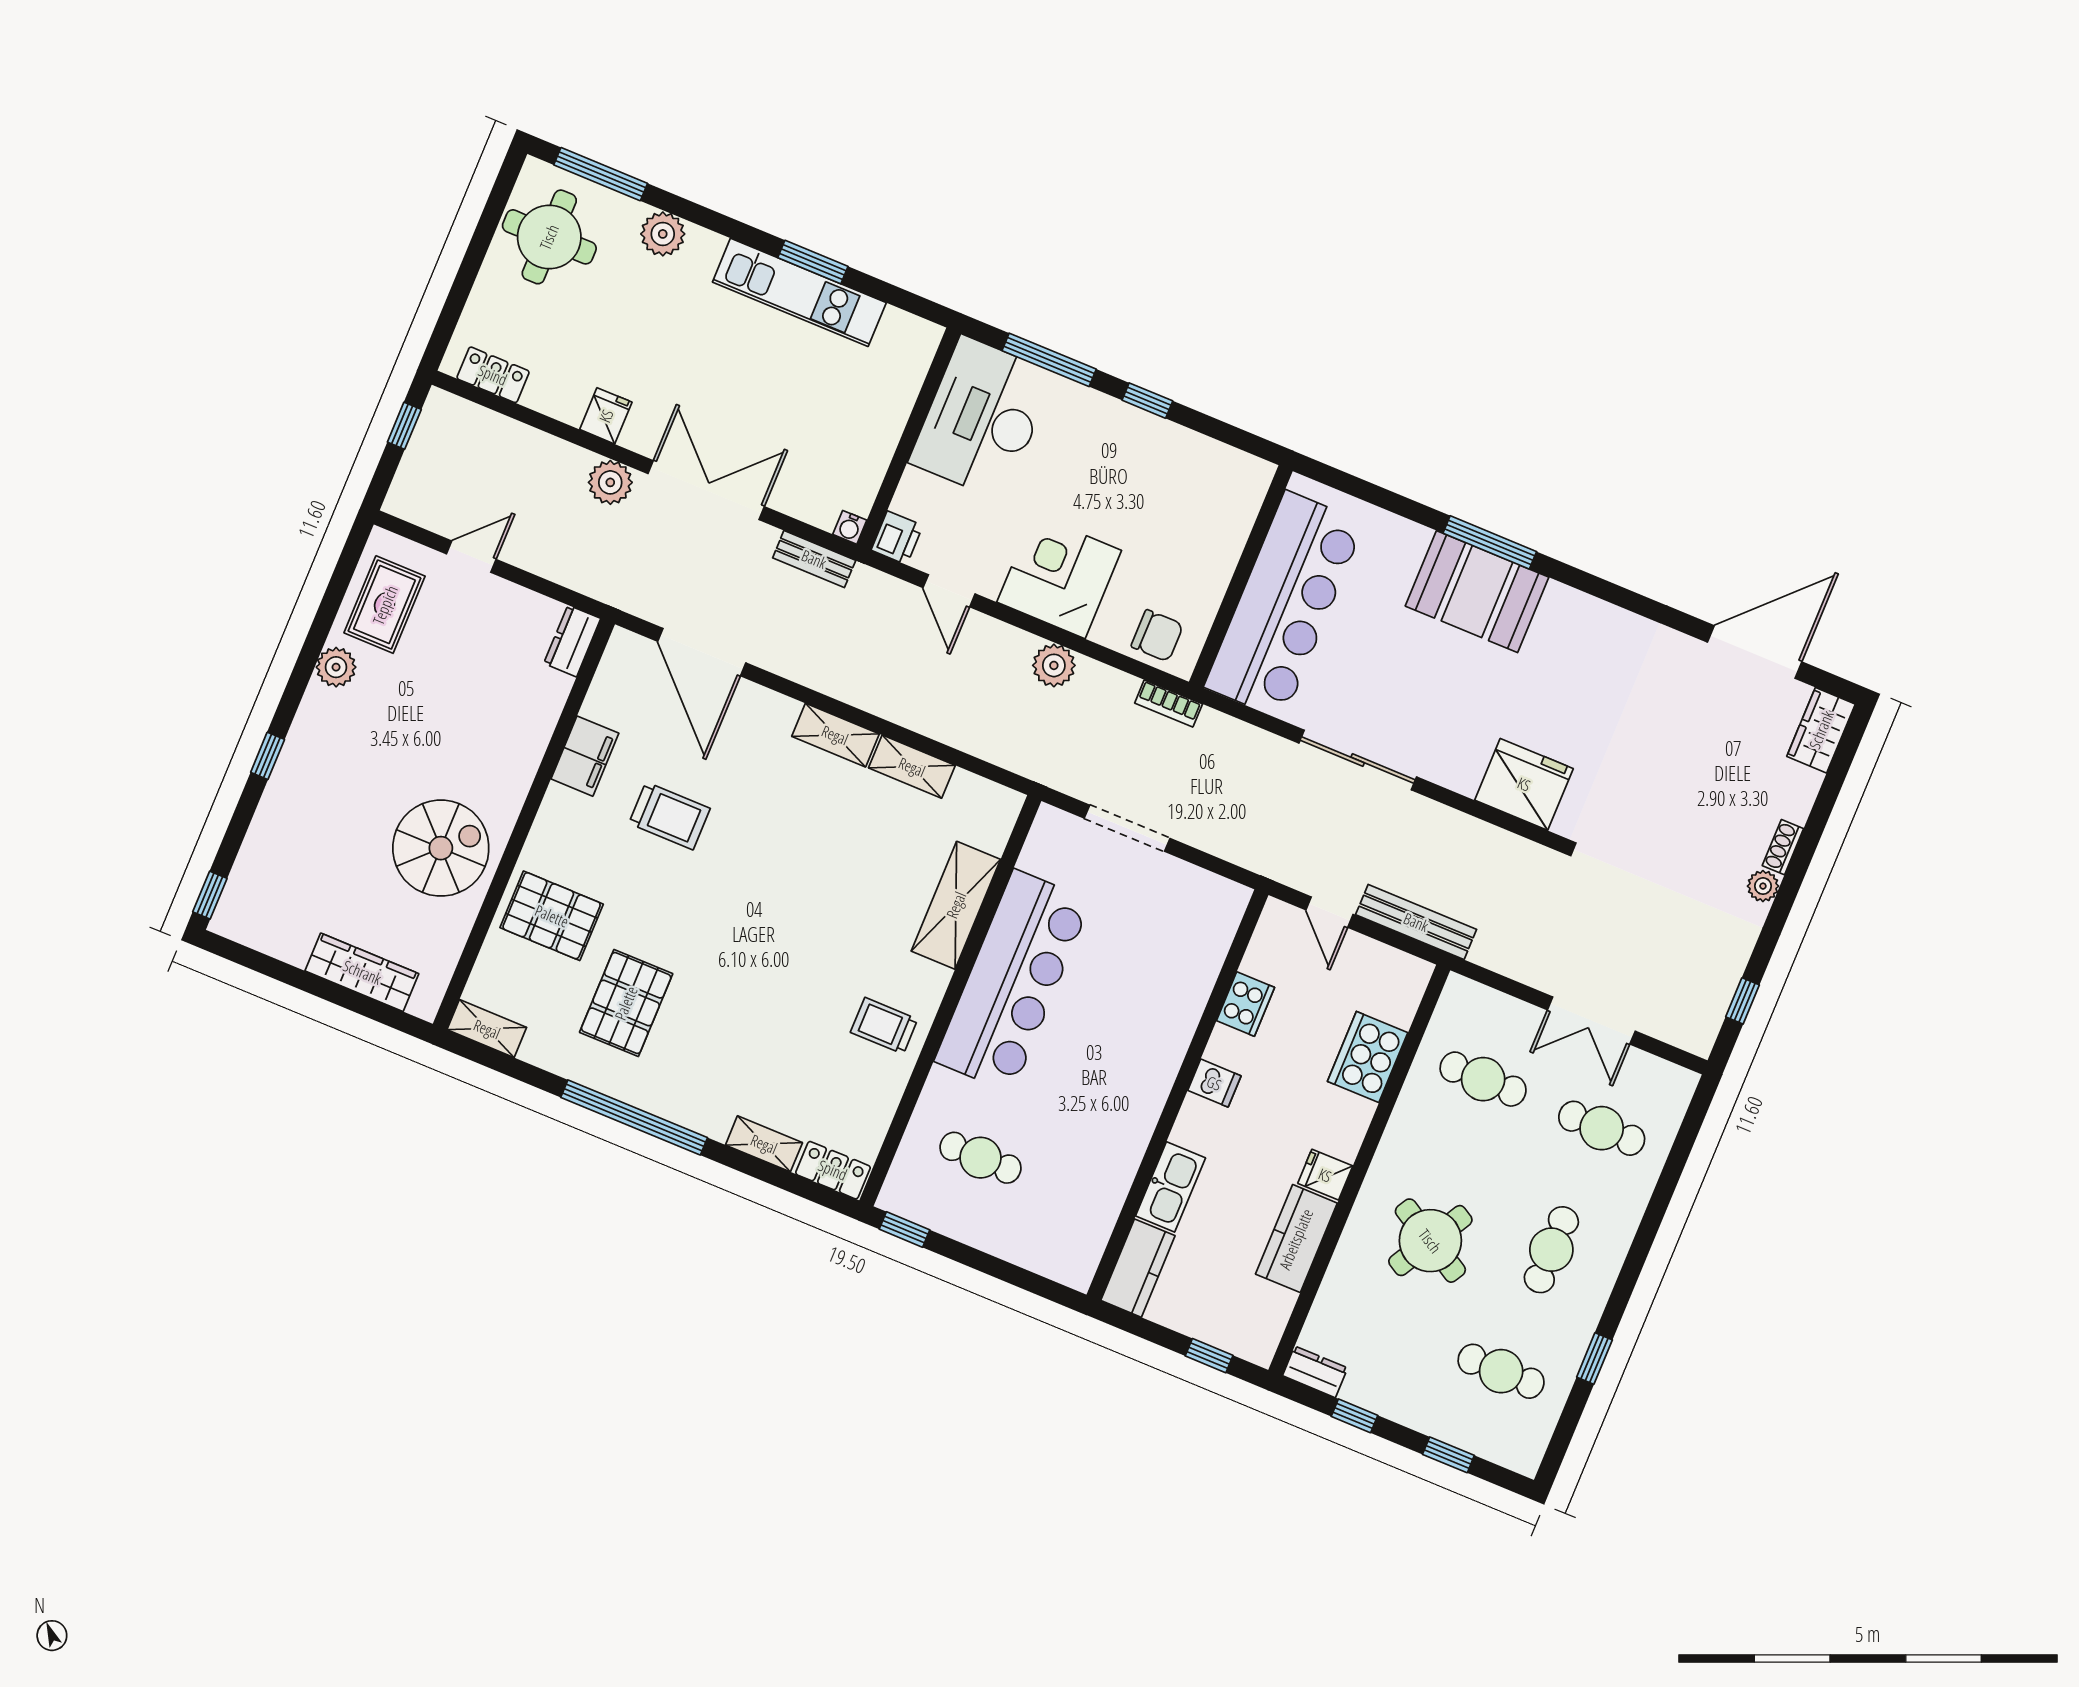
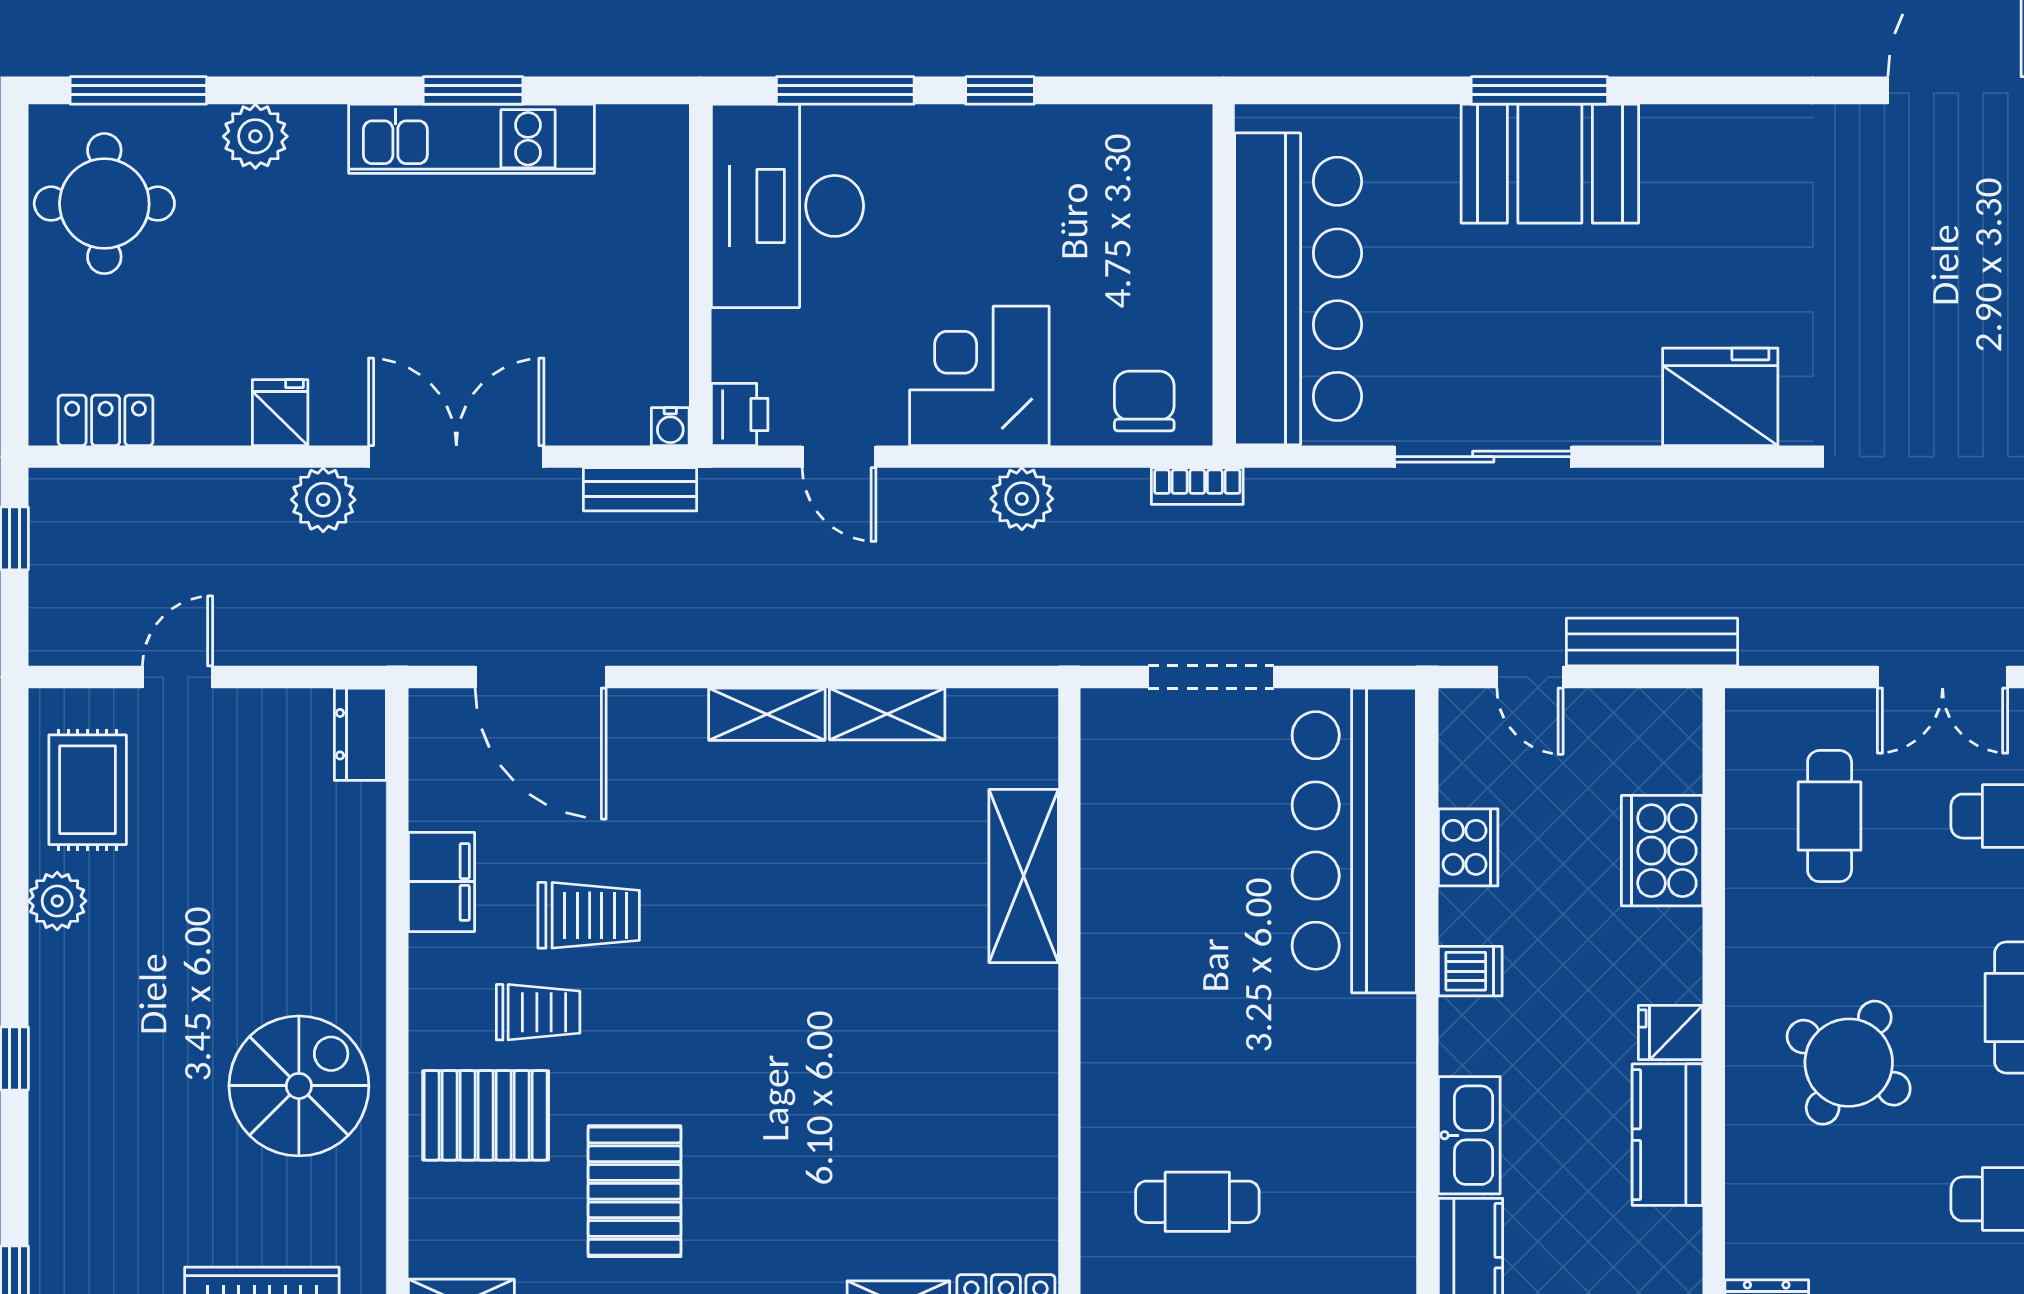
chair: (1157, 636) -> (1144, 401), turned -90
bar counter: (1013, 981) -> (1354, 840), moved, turned 180
trolley: (884, 1026) -> (538, 1012), moved, turned 180
cafe table: (1483, 1079) -> (1830, 816), turned 90

